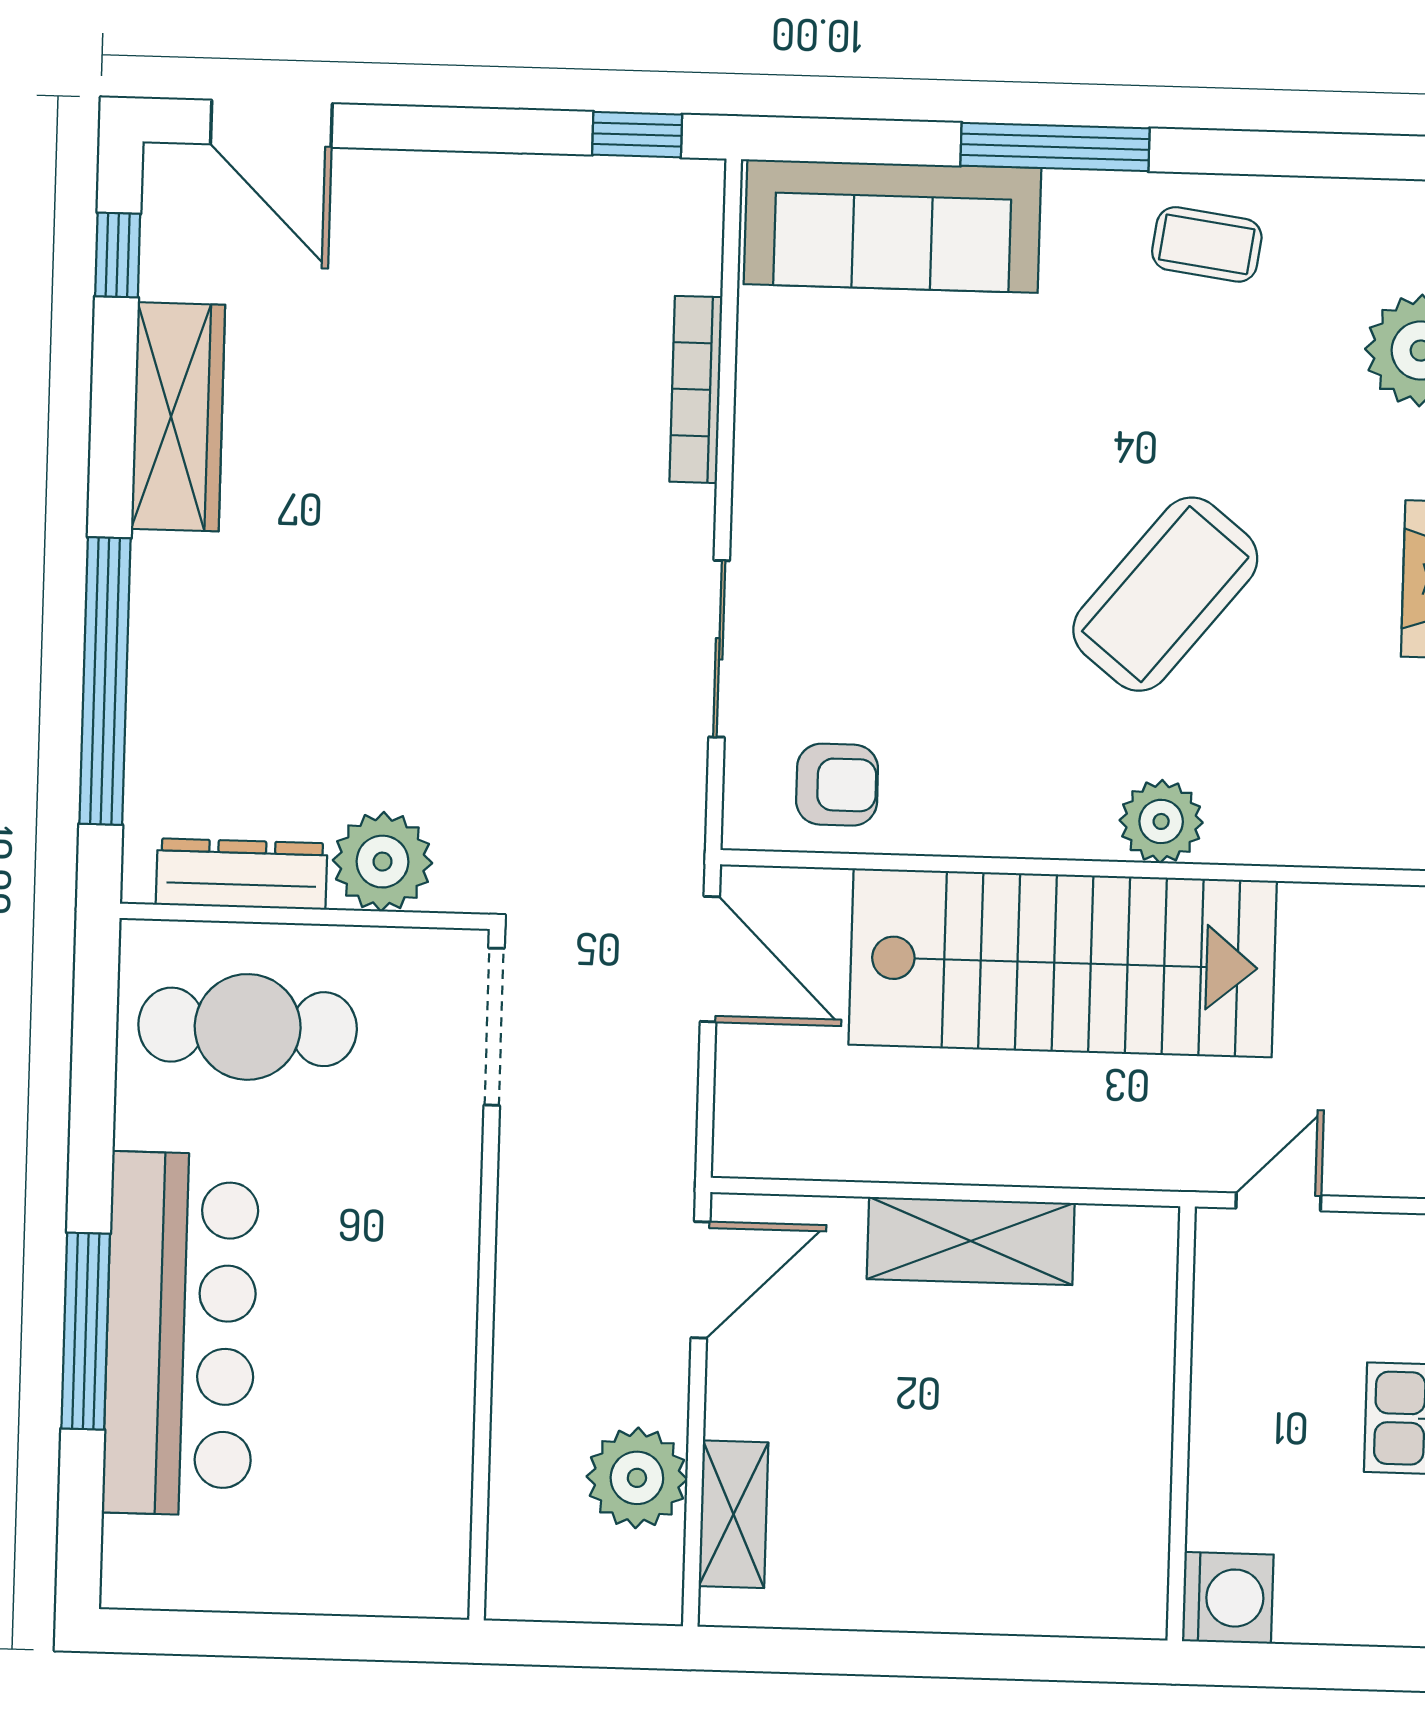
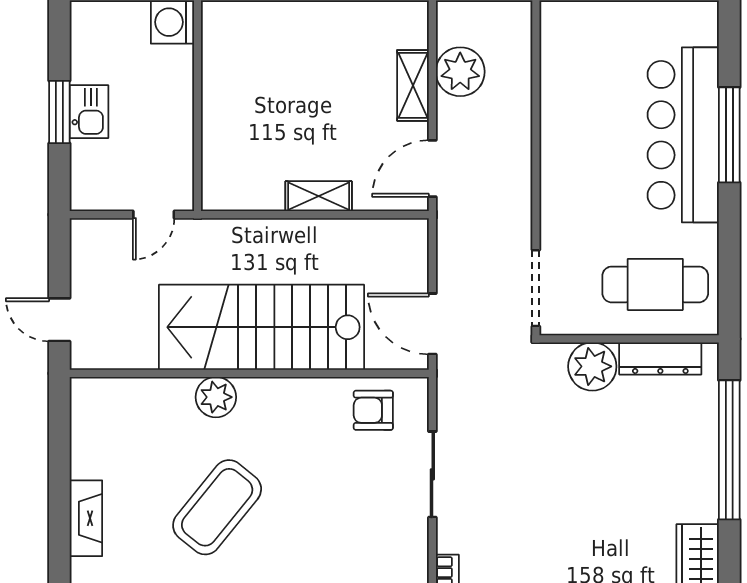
shelving: (971, 1241) -> (319, 196), width x0.67, depth x0.75
shelving: (733, 1514) -> (413, 85), moved

